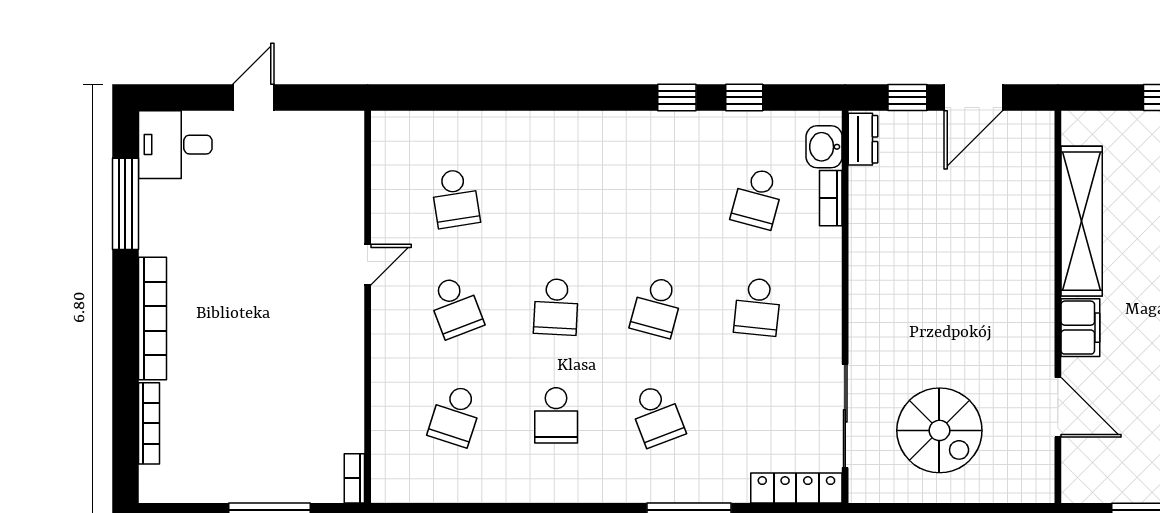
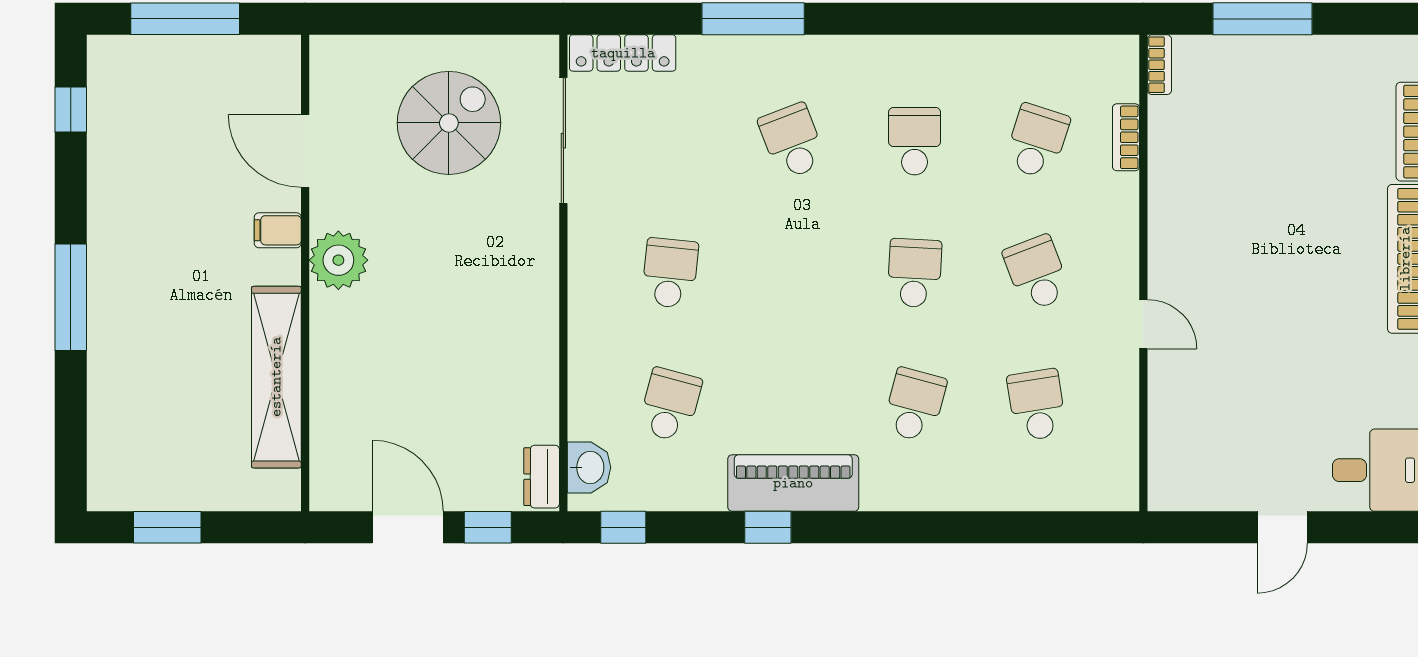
window: (744, 97) -> (623, 527), moved
door: (973, 97) -> (408, 527), hinge flipped
piano: (656, 134) -> (793, 483), added
bookcase: (831, 198) -> (1126, 137), moved, turned 180
door: (368, 265) -> (1143, 324), swing flipped
school desk: (657, 307) -> (915, 405), moved
plant: (1030, 317) -> (338, 260), added
filing cabinet: (1080, 328) -> (278, 230), width x0.50
spiral stairs: (939, 430) -> (449, 123), turned 90

